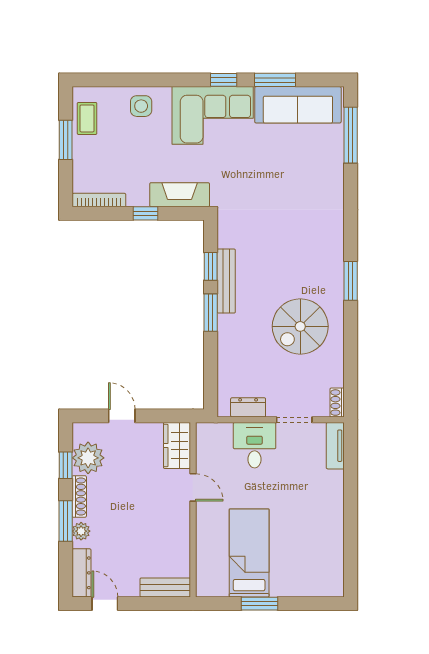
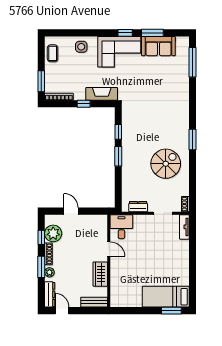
sofa: (298, 105) -> (158, 46), width x0.73
window: (66, 140) -> (41, 81), moved
bench: (226, 281) -> (126, 140), removed
spiral stairs: (300, 326) -> (166, 164), turned 180
wardrobe: (177, 445) -> (100, 274), moved
desk: (255, 445) -> (121, 227), moved
bed: (249, 553) -> (166, 297), moved, turned -90
window: (259, 604) -> (171, 311), moved

